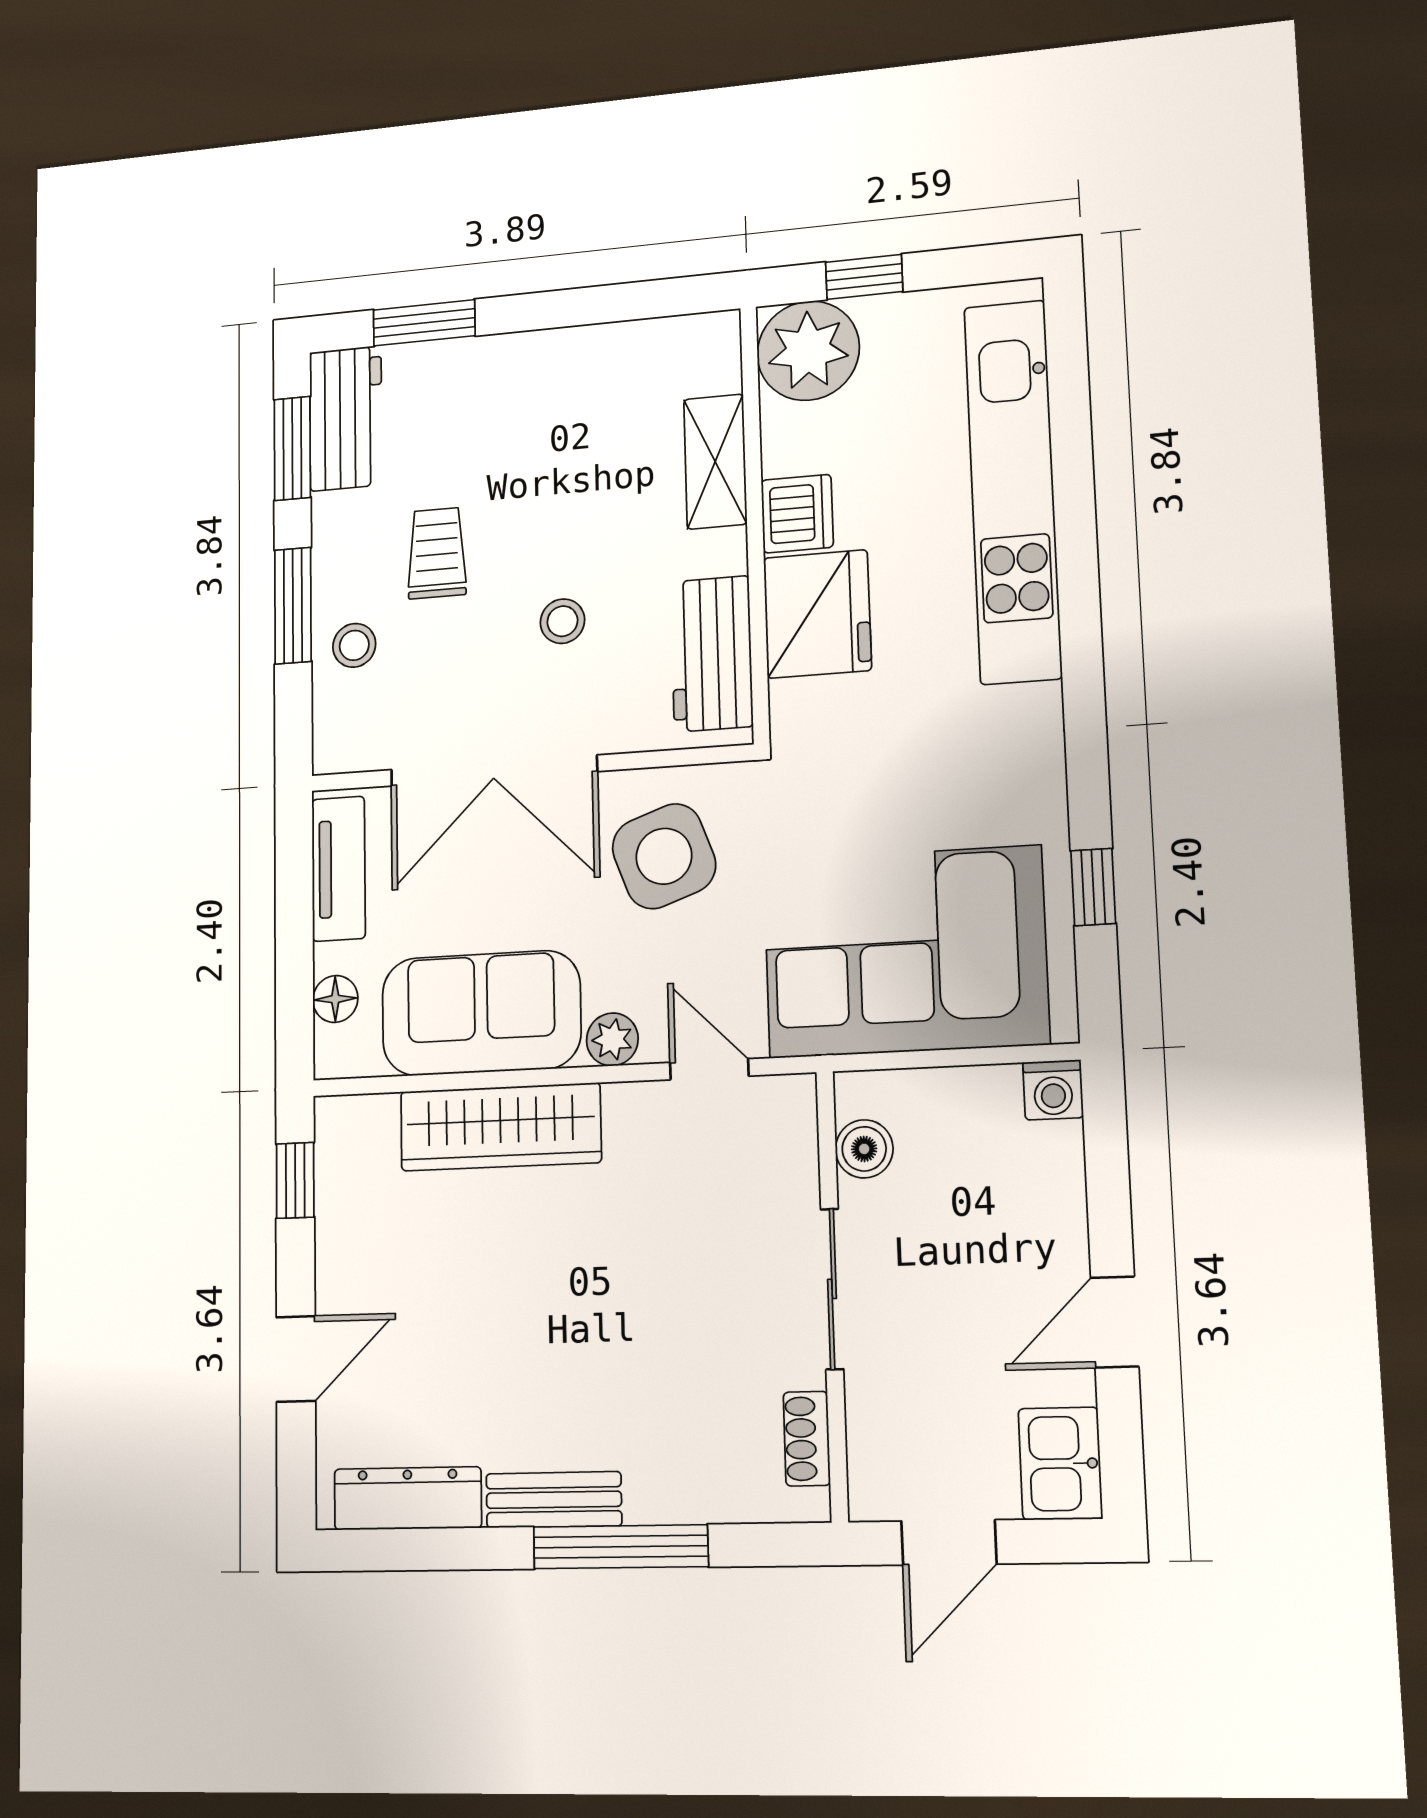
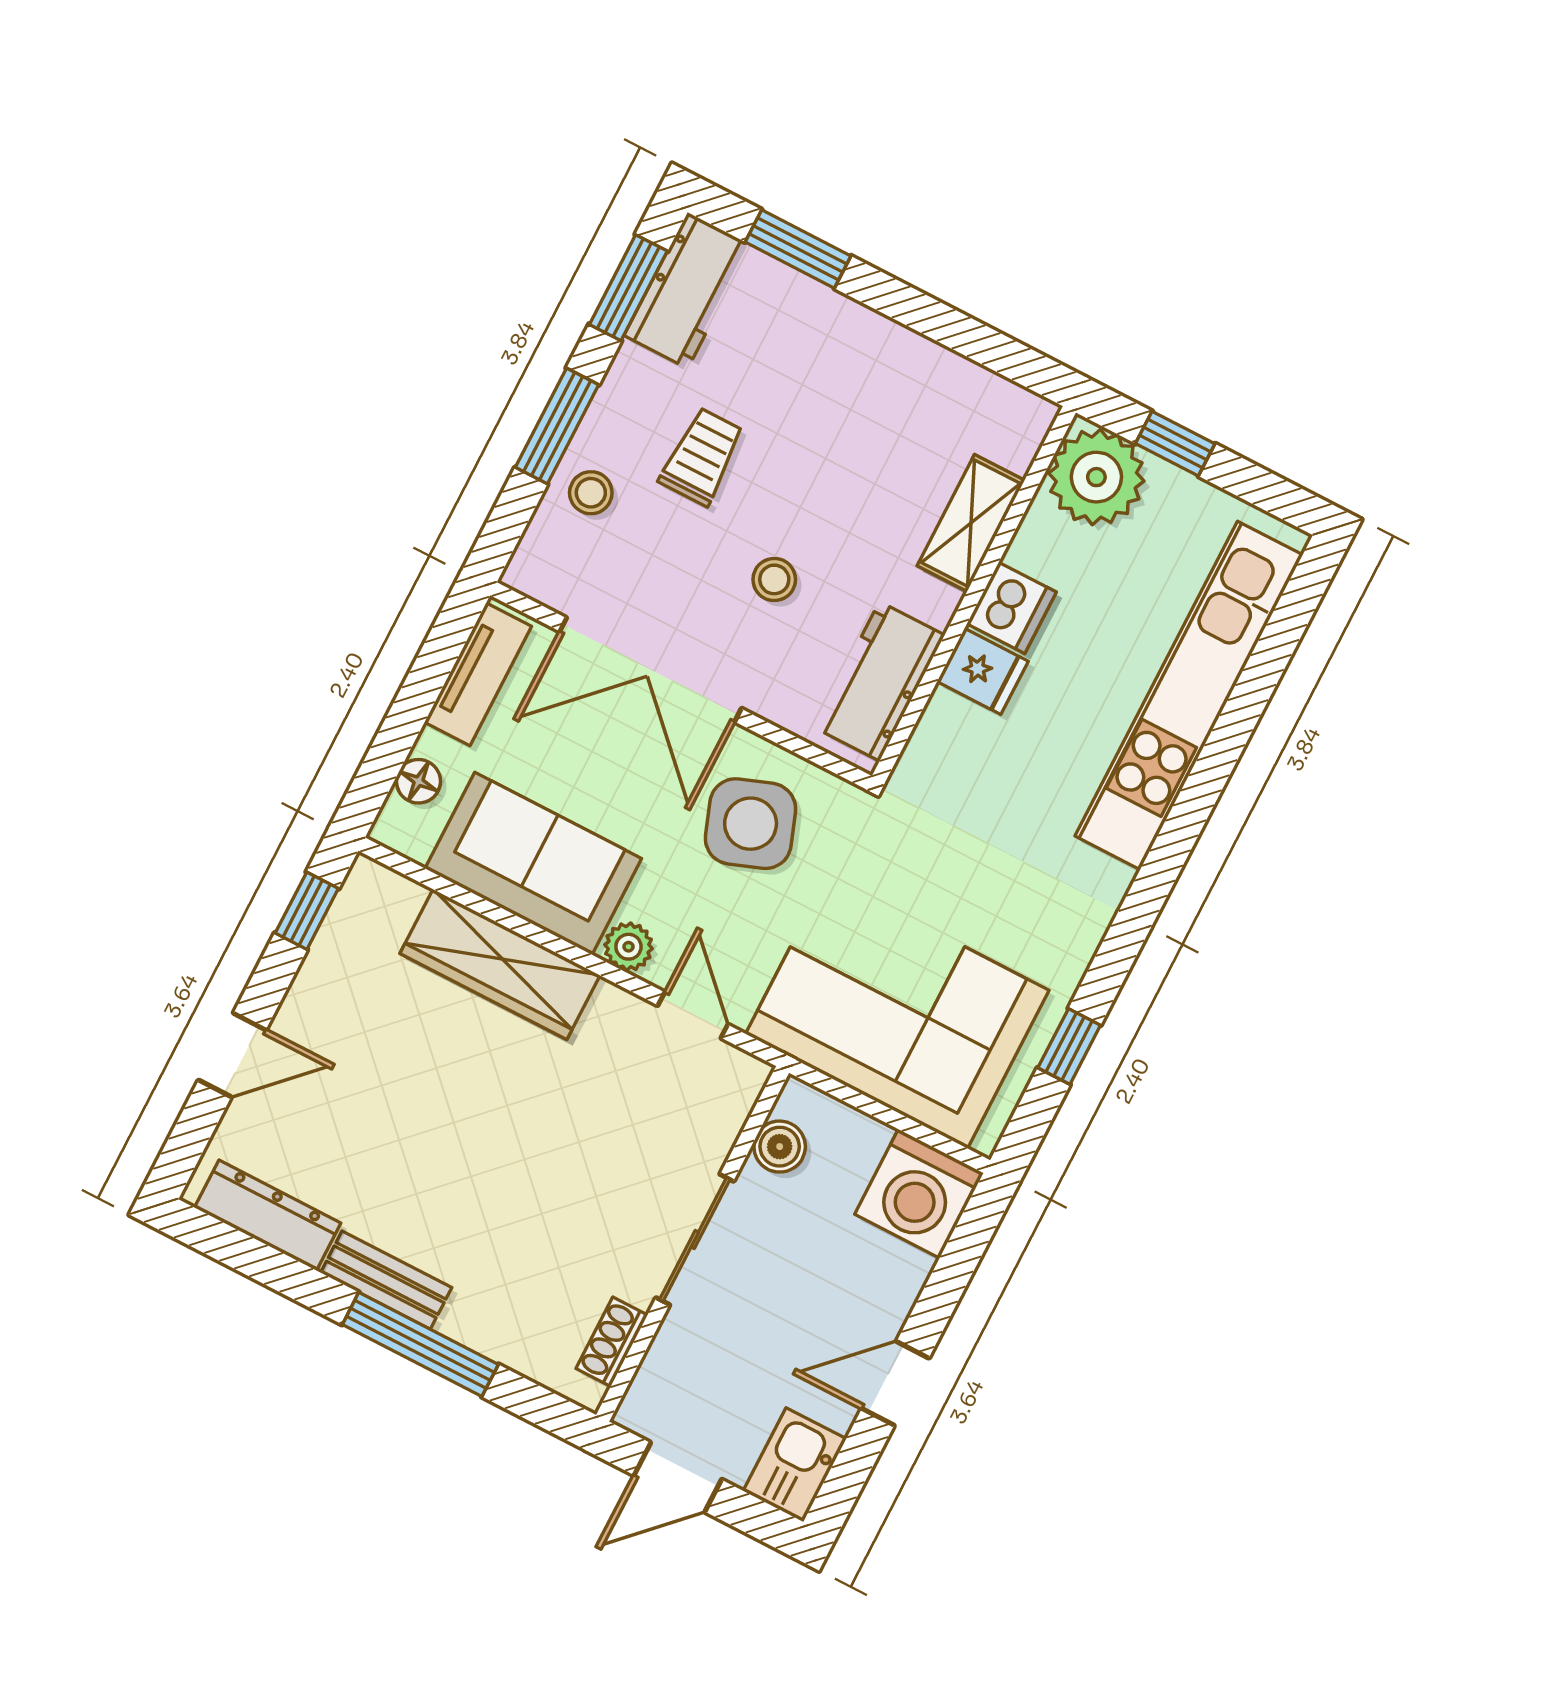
fridge: (817, 614) -> (983, 671), width x0.53, depth x0.75
washing machine: (1053, 1090) -> (919, 1194), width x1.89, depth x1.89

